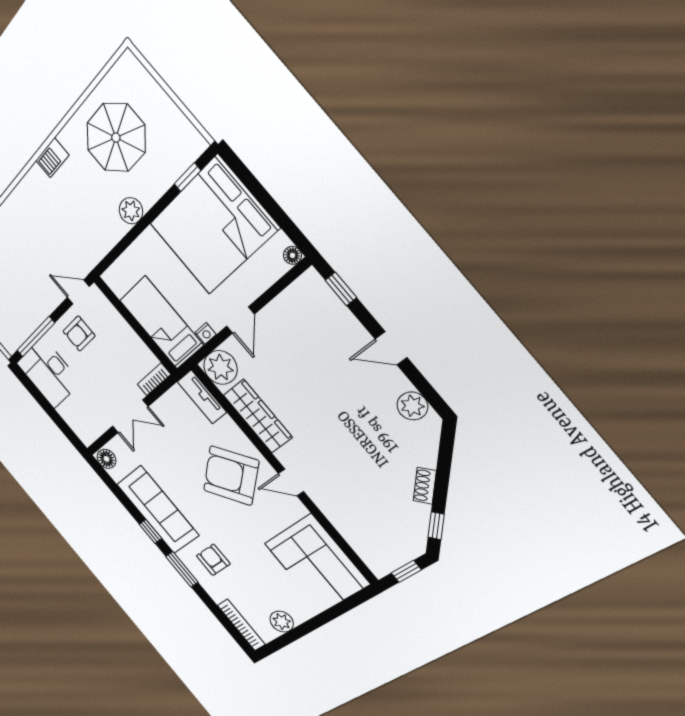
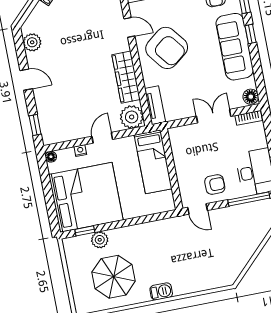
plant: (131, 211) -> (100, 240), moved
nightstand: (206, 333) -> (80, 151), moved
bookcase: (154, 379) -> (249, 118), moved

